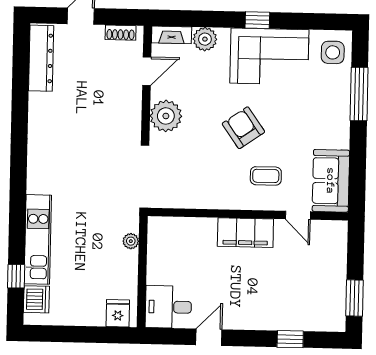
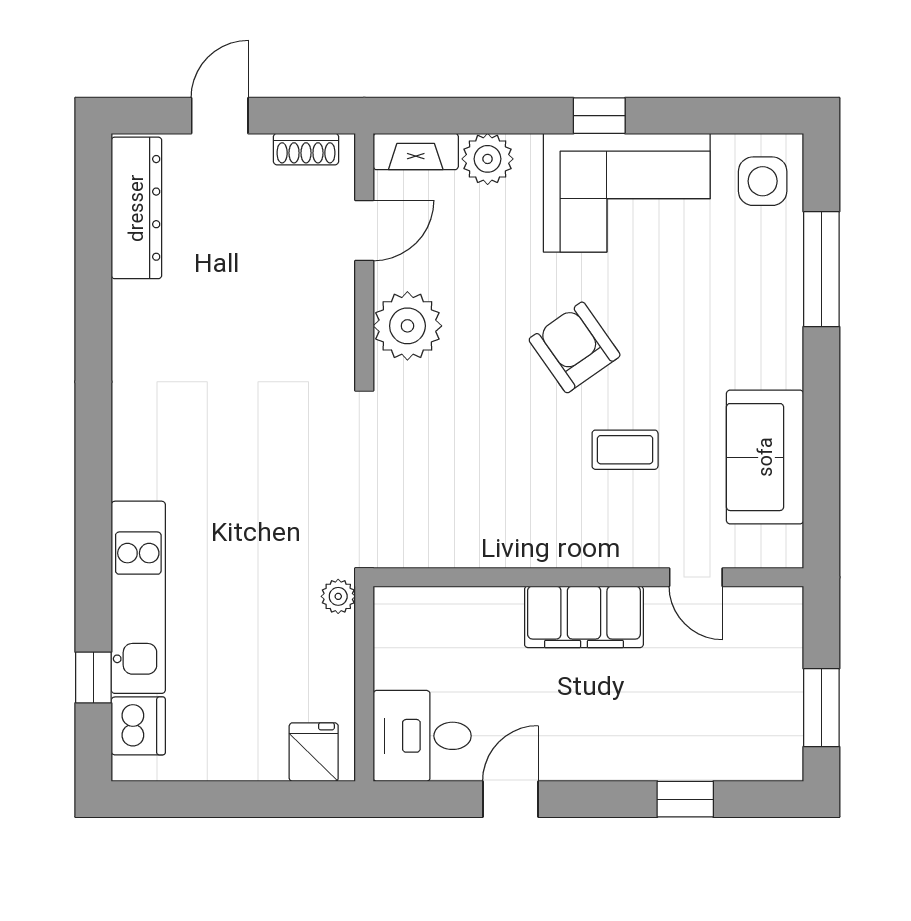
wall: (248, 214) -> (588, 577), moved
door: (298, 215) -> (696, 577), moved
filing cabinet: (245, 233) -> (584, 617), moved

